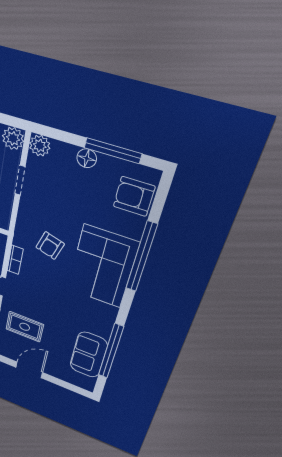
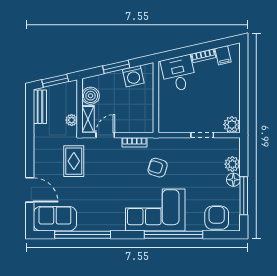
plant: (40, 146) -> (232, 164), moved
sofa: (89, 355) -> (55, 219), moved
door: (29, 370) -> (30, 190), moved

